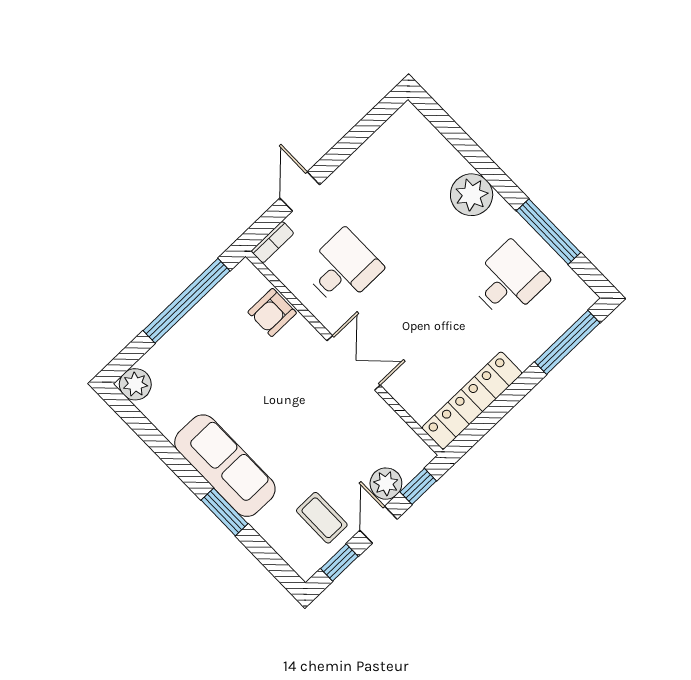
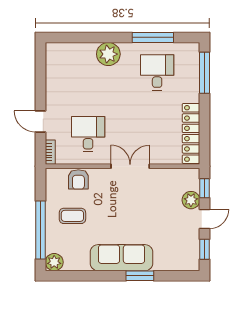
window: (187, 301) -> (41, 230), moved
coffee table: (322, 518) -> (72, 216), moved
door: (379, 525) -> (205, 219), swing flipped

